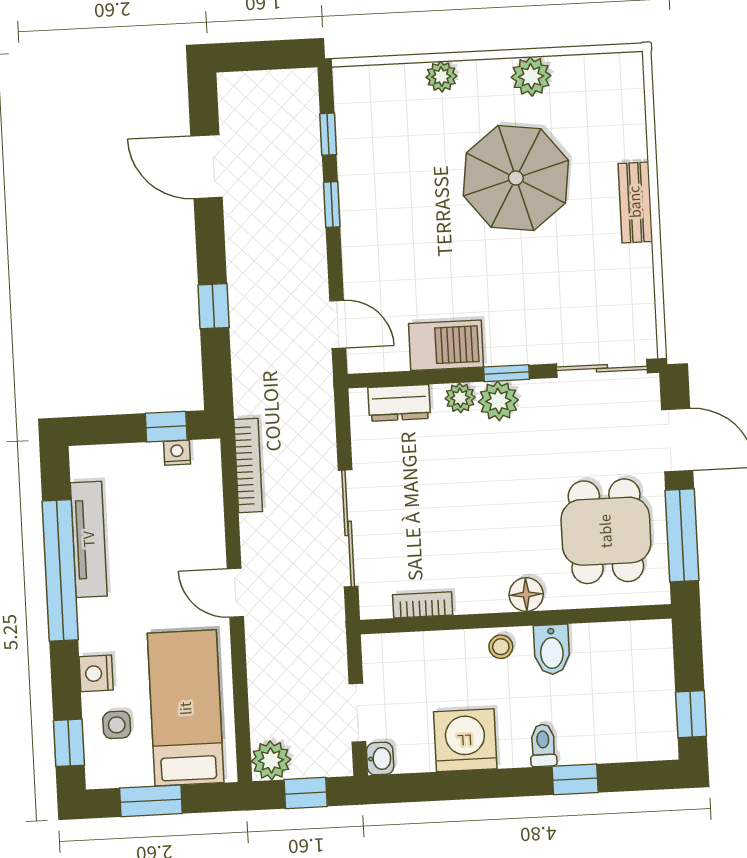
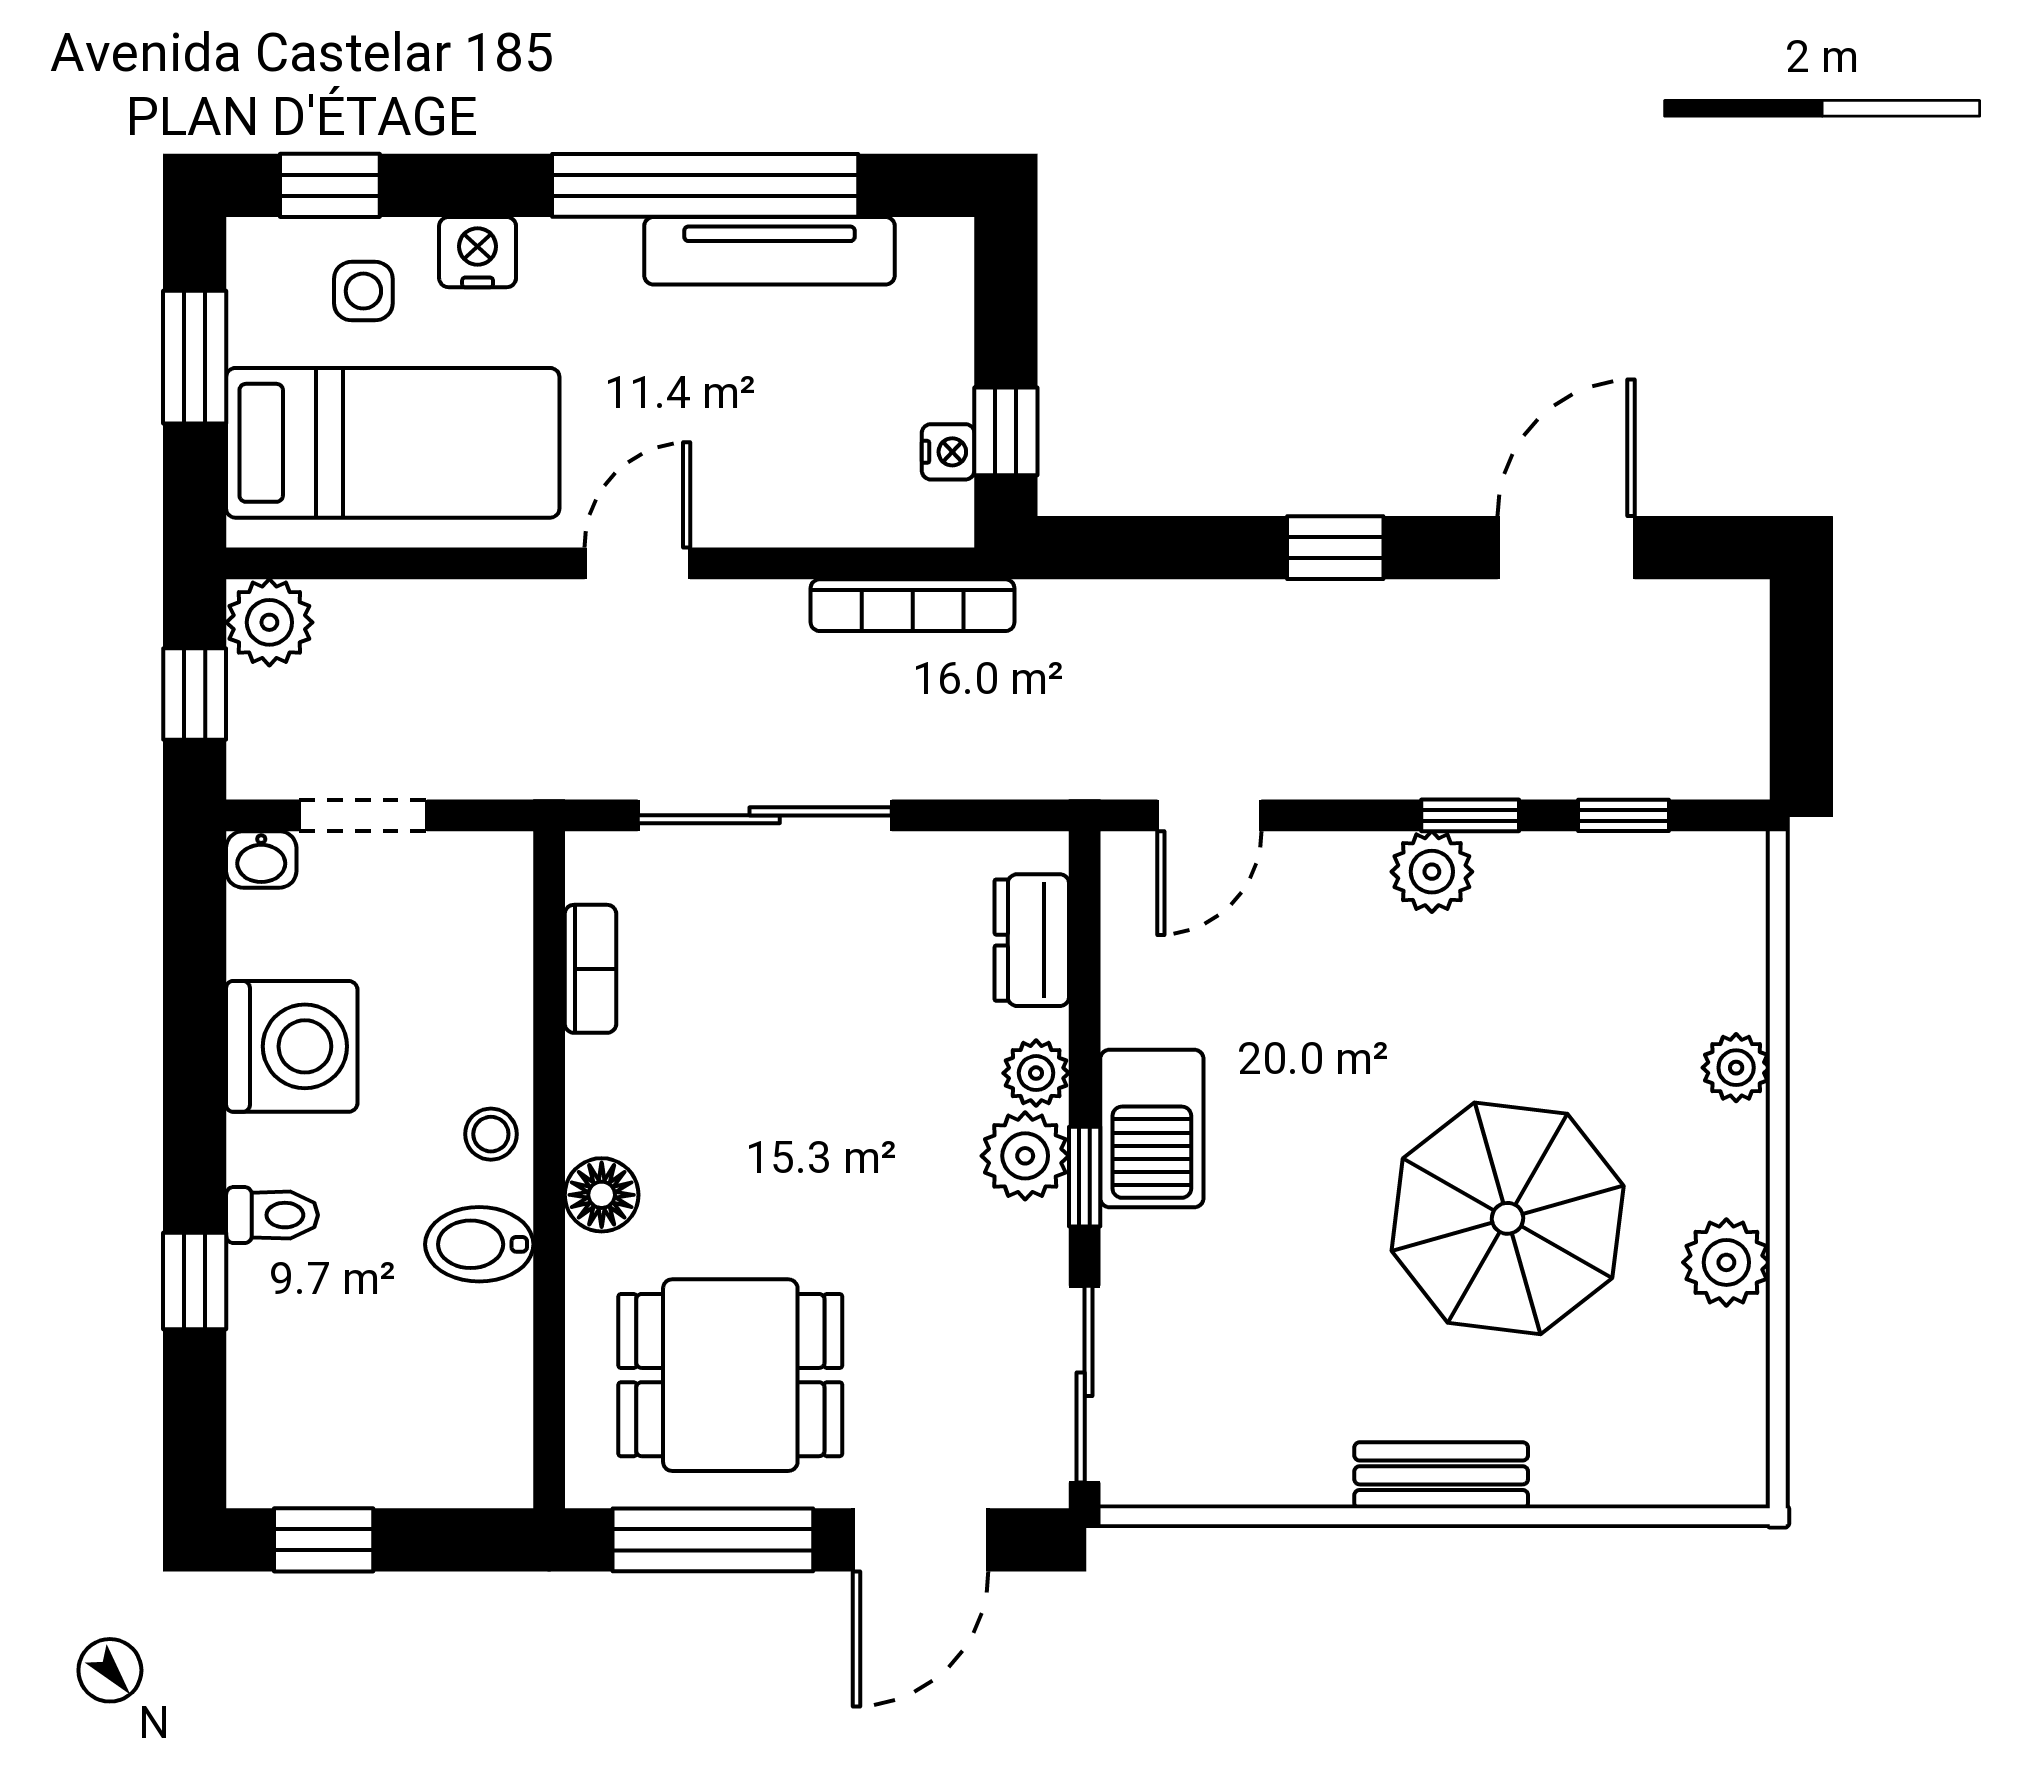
plant: (358, 221) -> (1432, 872), added
window: (214, 306) -> (1335, 548), moved
barbecue: (446, 345) -> (1152, 1128), moved

